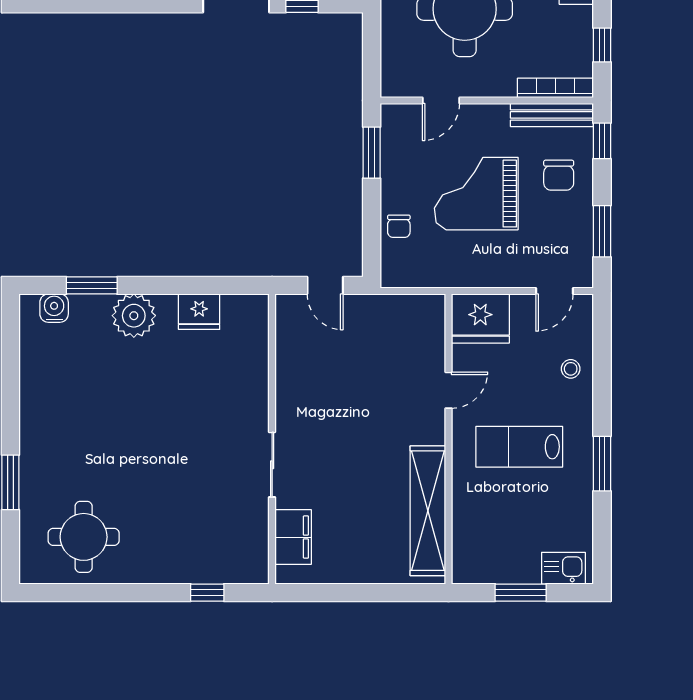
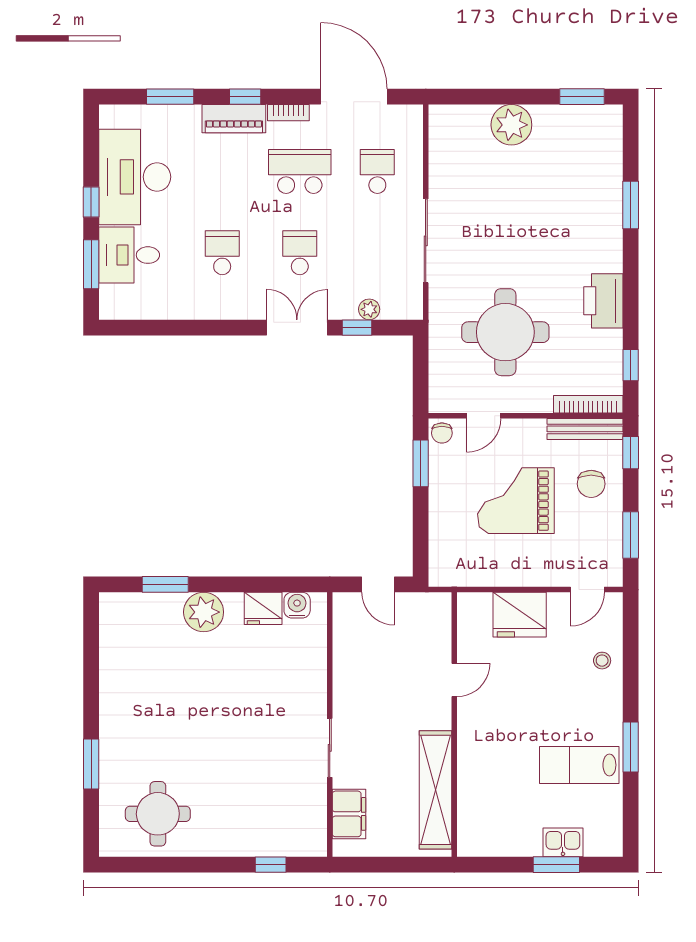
chair: (399, 226) -> (442, 433), moved
water cooler: (54, 308) -> (297, 605), moved
door: (448, 390) -> (454, 680), moved
wall: (448, 439) -> (454, 724), moved
lab bench: (519, 447) -> (579, 765), moved
shelving: (428, 511) -> (436, 790), moved
kitchen sink: (563, 568) -> (563, 842), moved

